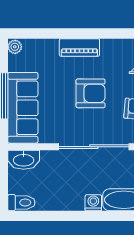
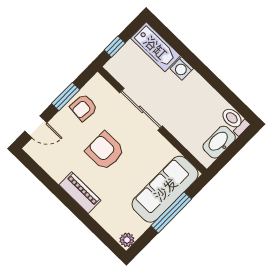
sliding door: (94, 147) -> (141, 109), width x0.73
washbasin: (24, 160) -> (219, 142), moved, turned -90

